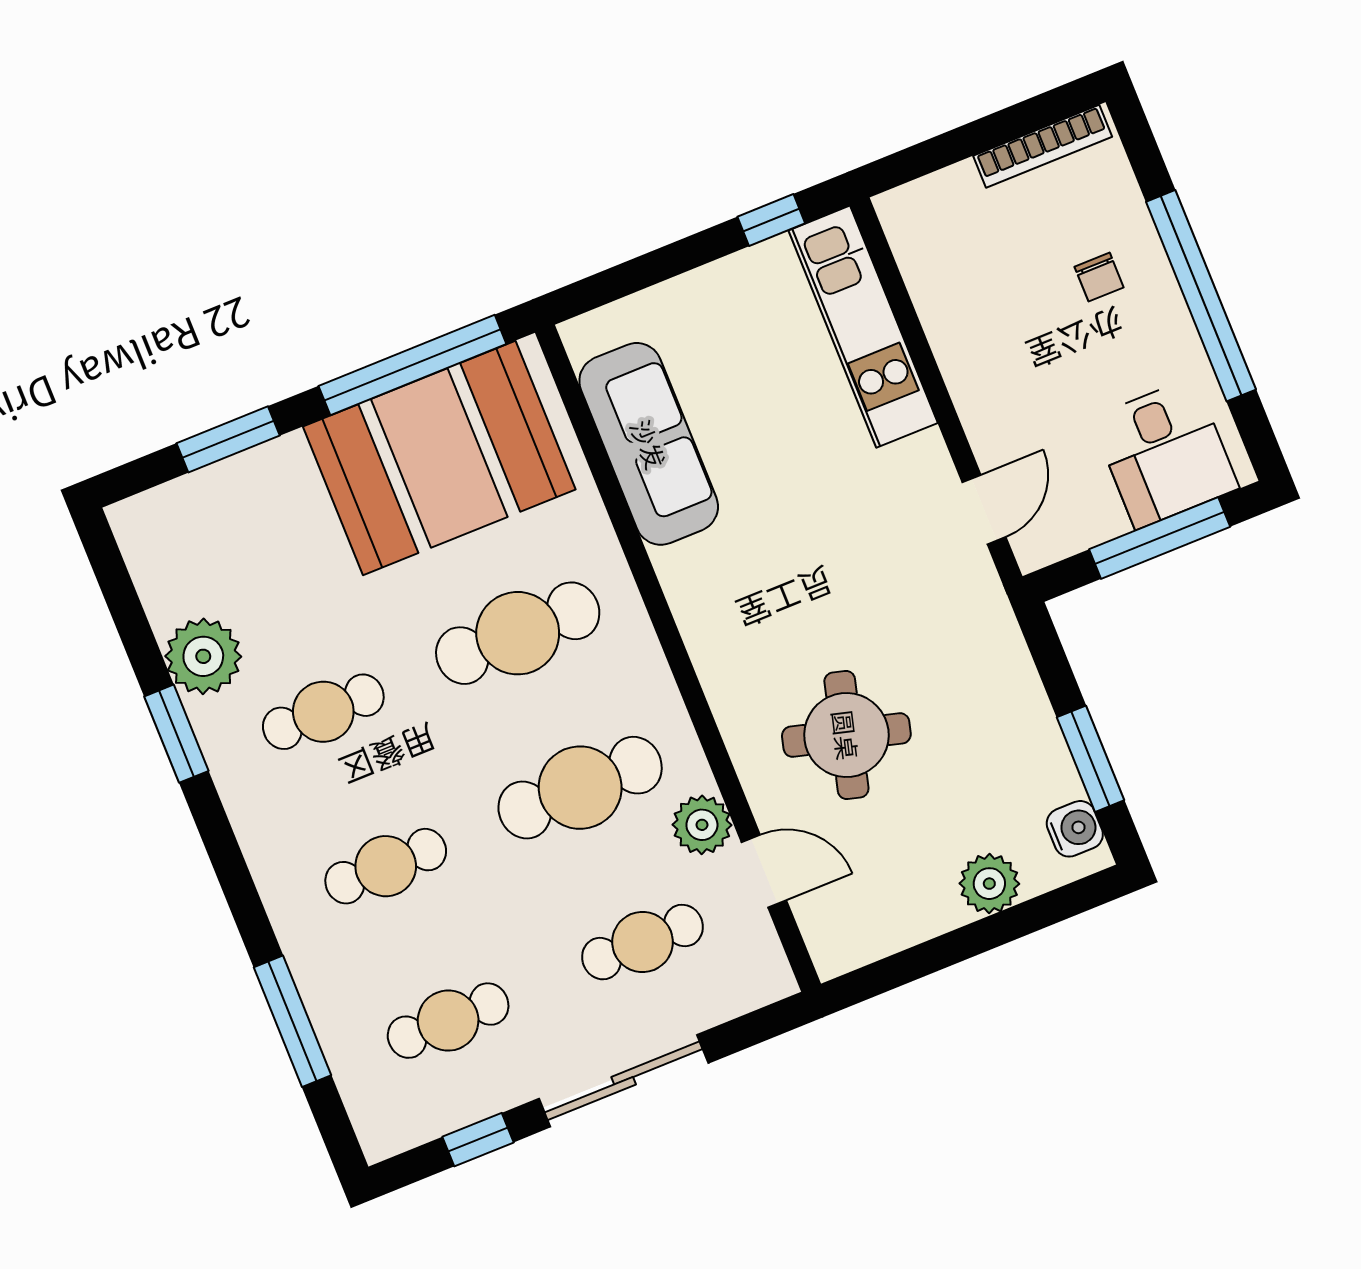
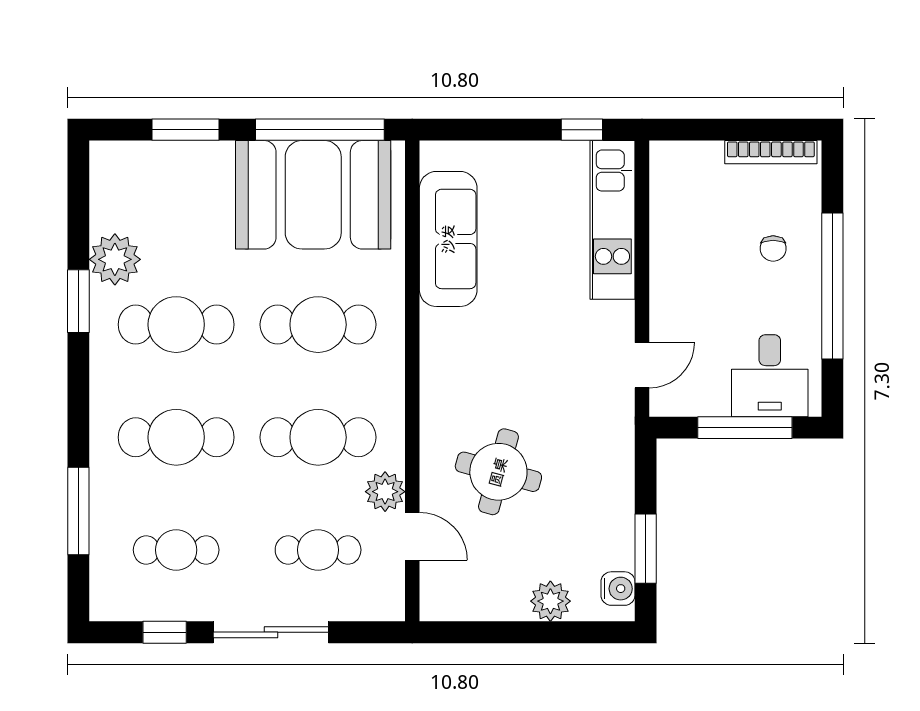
cafe table: (323, 712) -> (176, 325), width x1.37, depth x1.35
cafe table: (386, 866) -> (176, 437), width x1.37, depth x1.35

